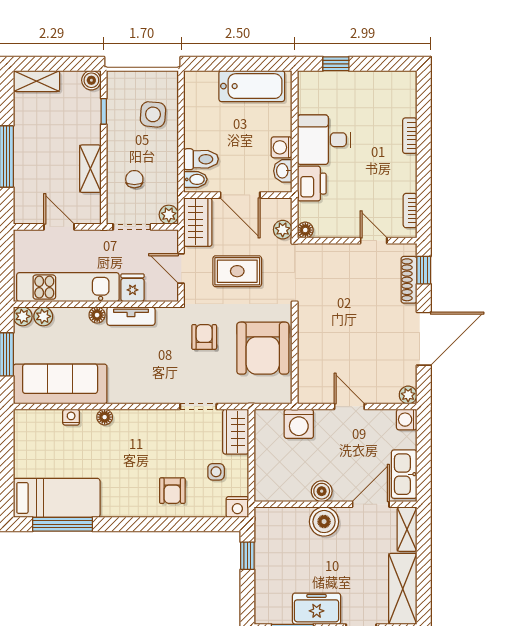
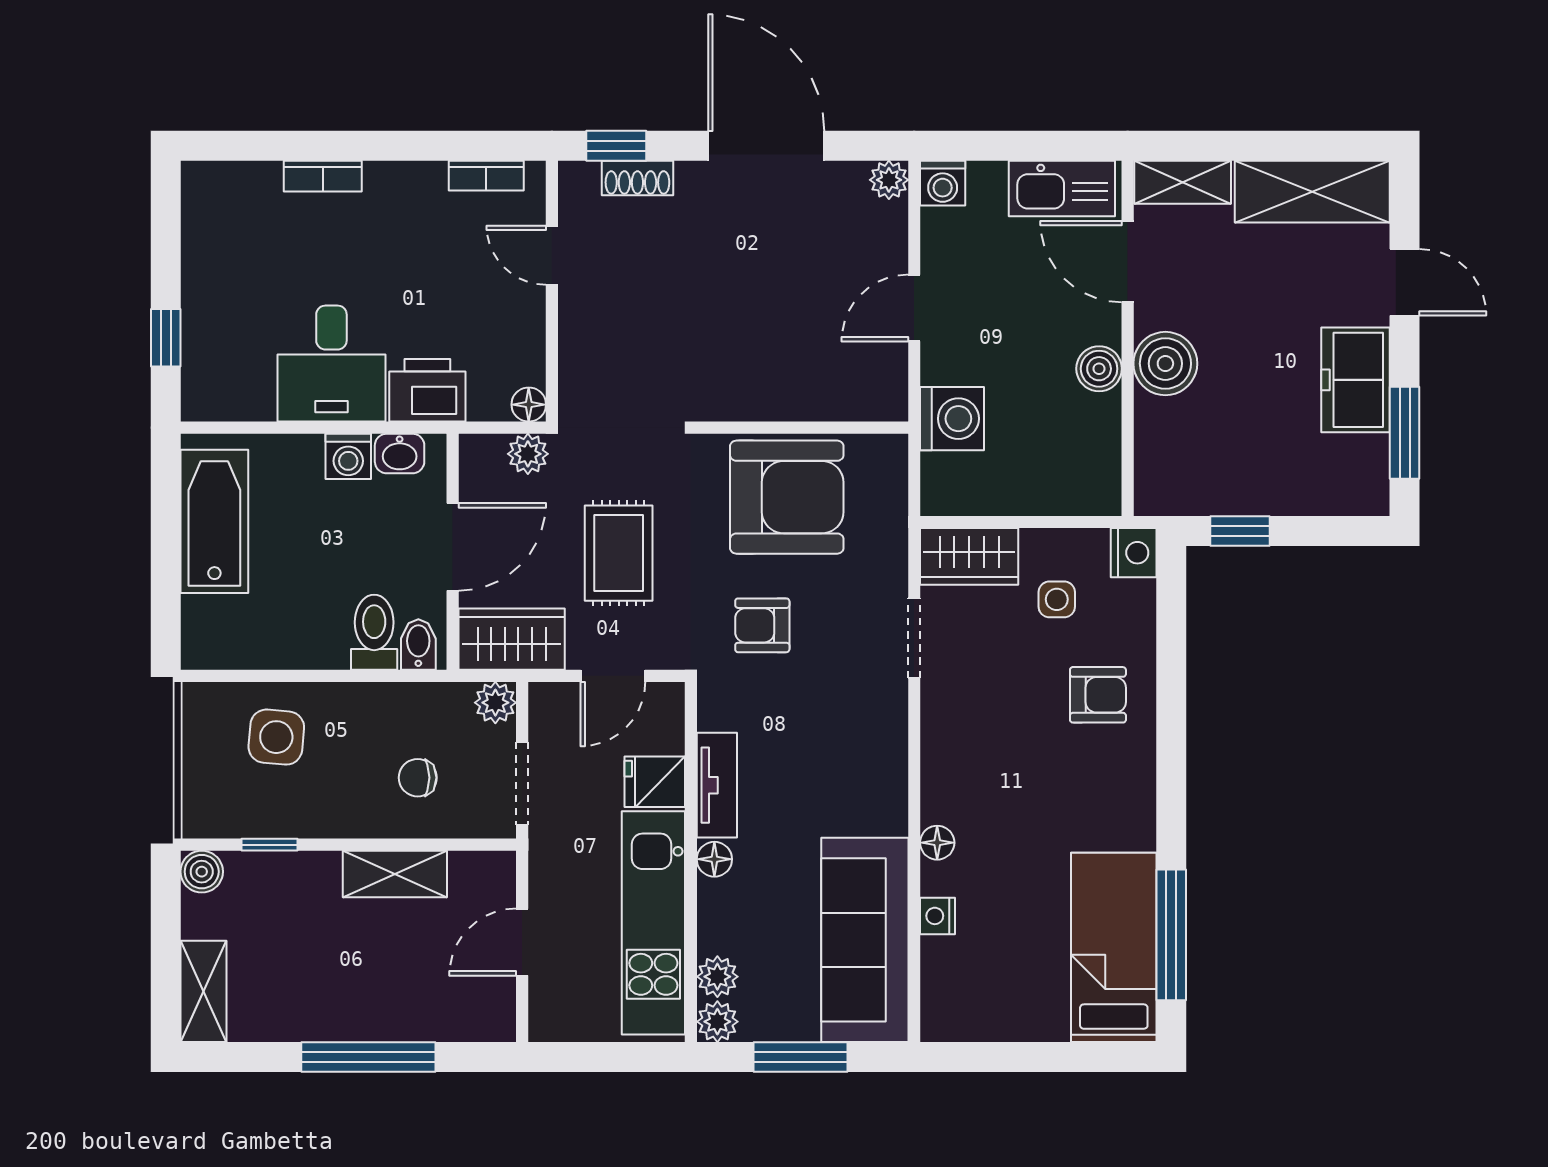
door: (374, 241) -> (552, 255), hinge flipped
shoe rack: (409, 280) -> (637, 178), width x0.70

